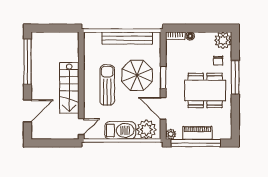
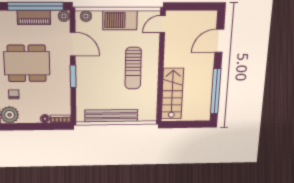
parasol: (137, 75) -> (101, 78), removed
stairs: (69, 88) -> (172, 94), moved
plant: (146, 130) -> (86, 16), width x0.53, depth x0.53

